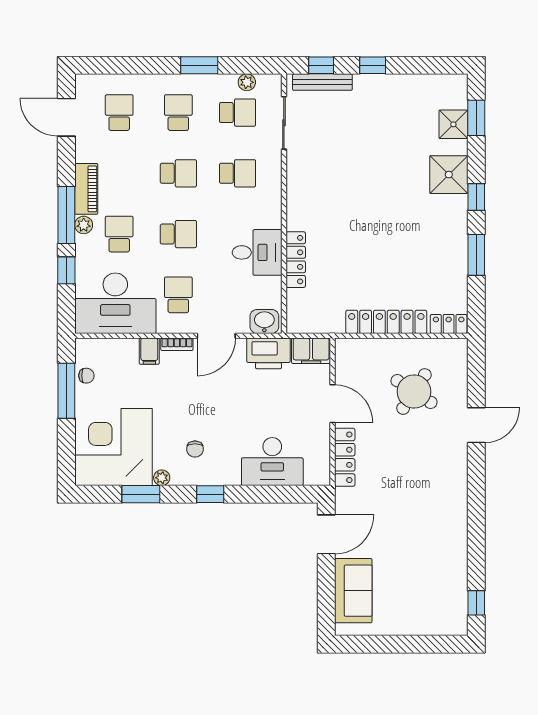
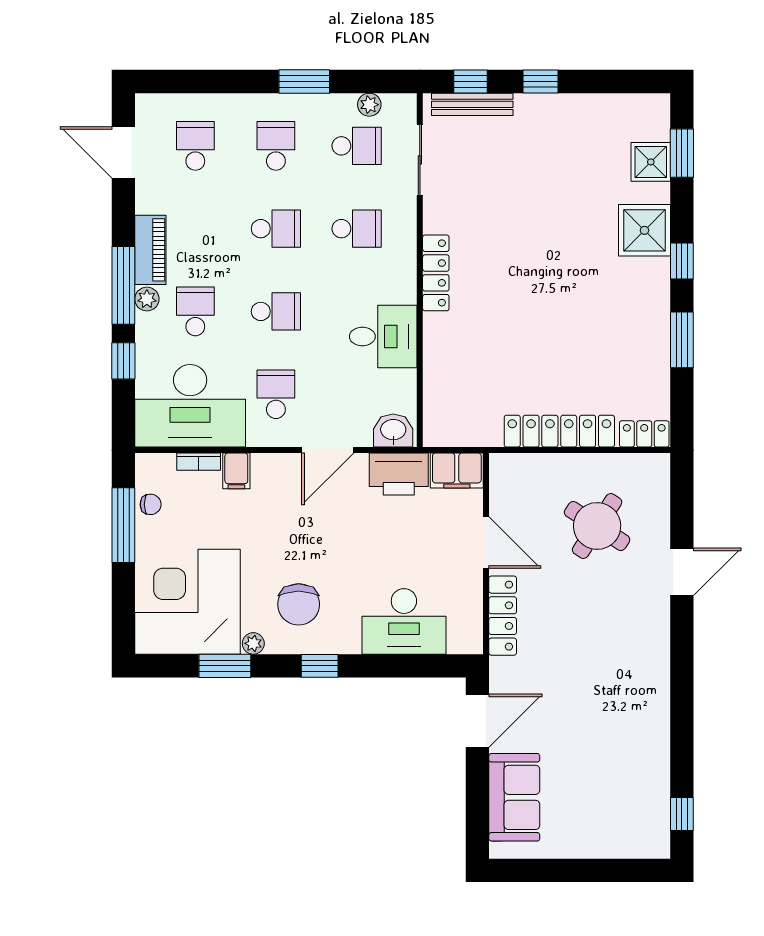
locker: (296, 260) -> (436, 273), moved
bookcase: (177, 344) -> (199, 462), moved
chair: (195, 449) -> (299, 604), width x1.87, depth x1.87

